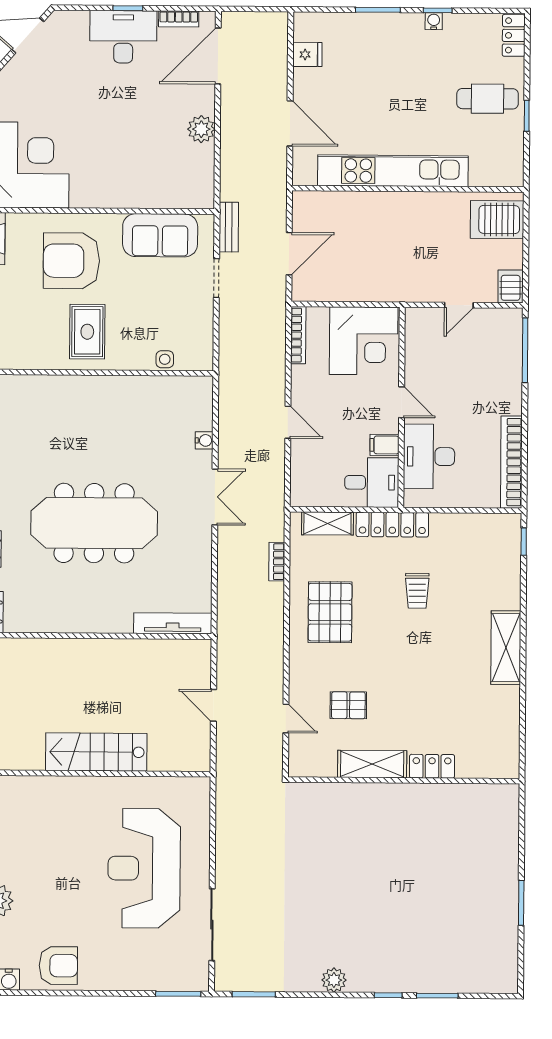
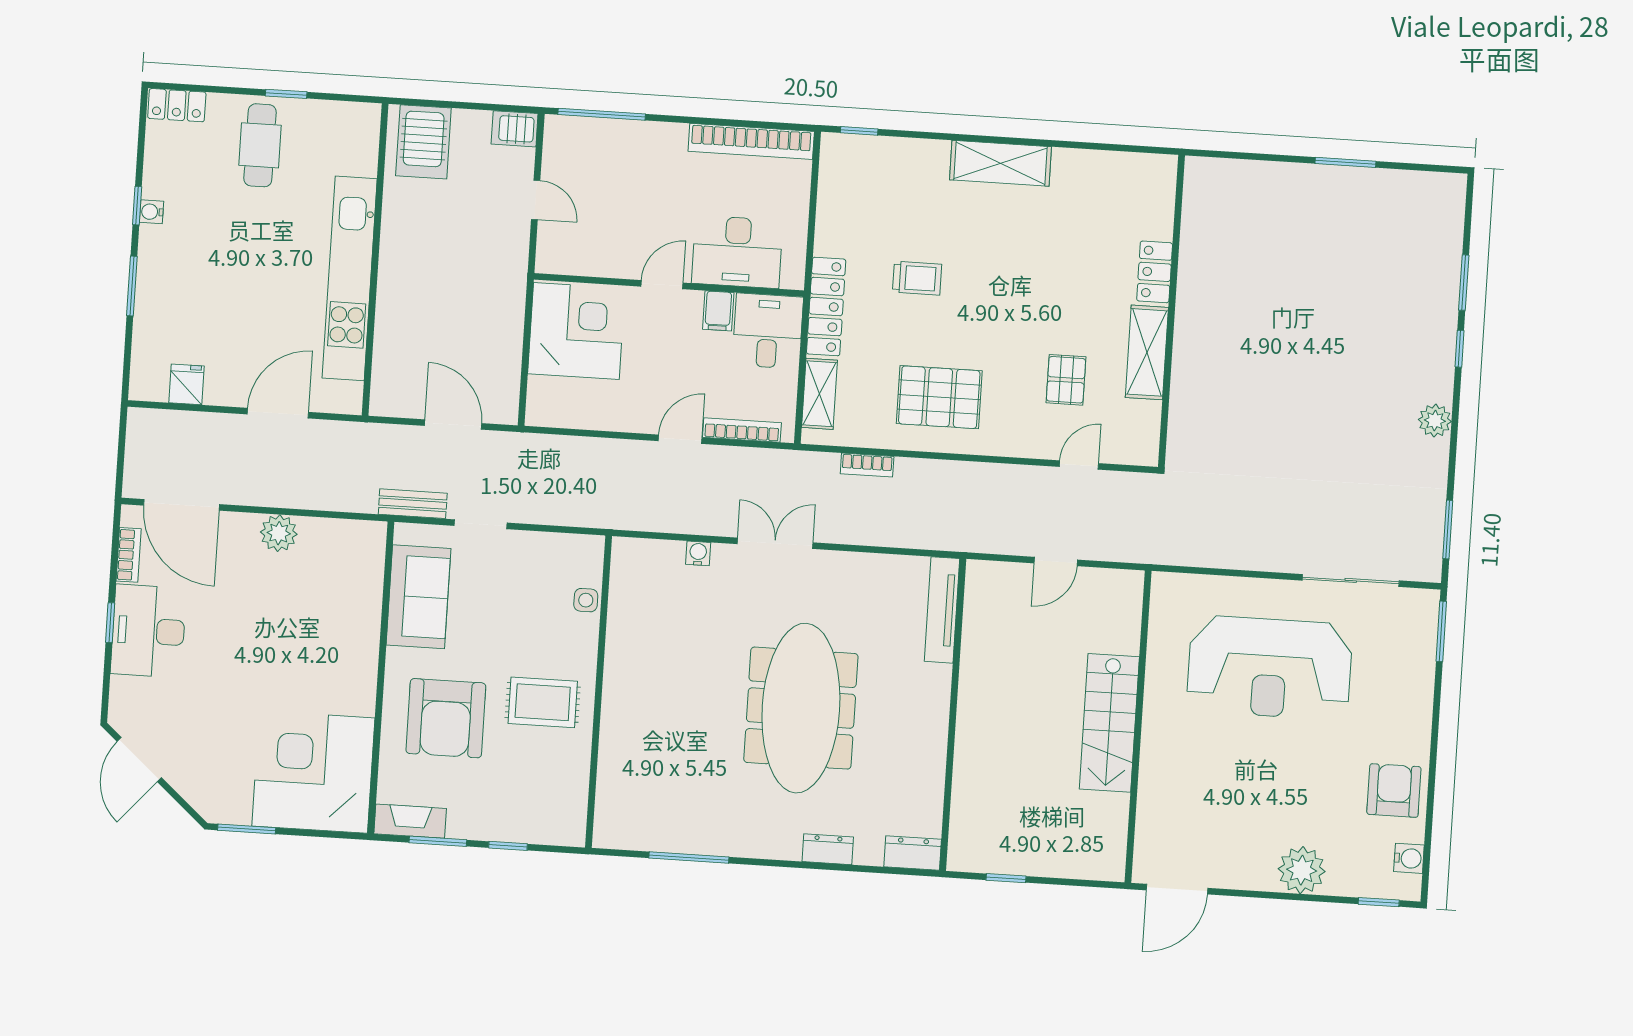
bookcase: (298, 335) -> (742, 430), moved

